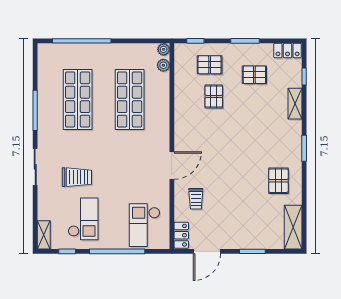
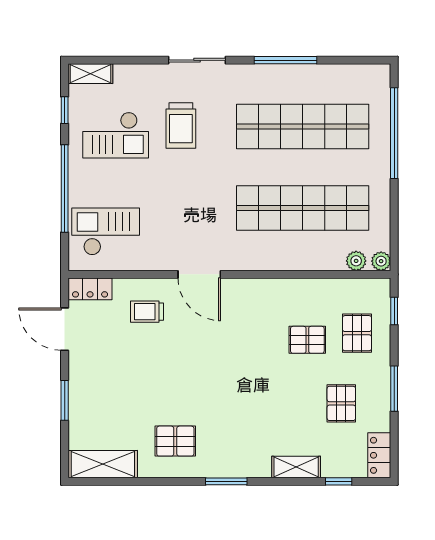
shop shelf: (78, 99) -> (303, 127), width x1.40
shop shelf: (130, 99) -> (303, 208), width x1.40

